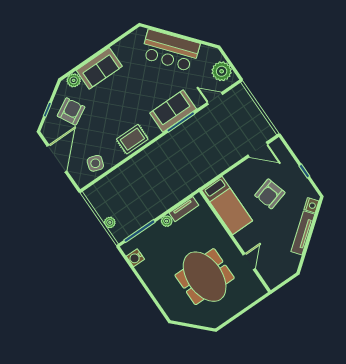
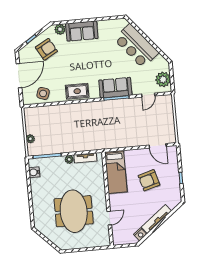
door: (215, 98) -> (148, 95), swing flipped
nightstand: (311, 205) -> (140, 234), moved

